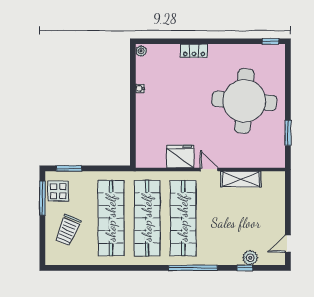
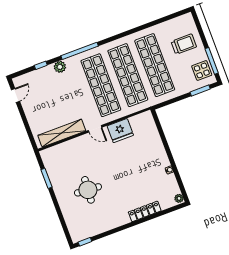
locker: (194, 51) -> (145, 211), width x1.53
round table: (244, 101) -> (88, 190), width x0.54, depth x0.54
shelving: (241, 179) -> (62, 133), width x1.47
trolley: (68, 230) -> (184, 44), turned 67
plant: (250, 258) -> (60, 67), moved

